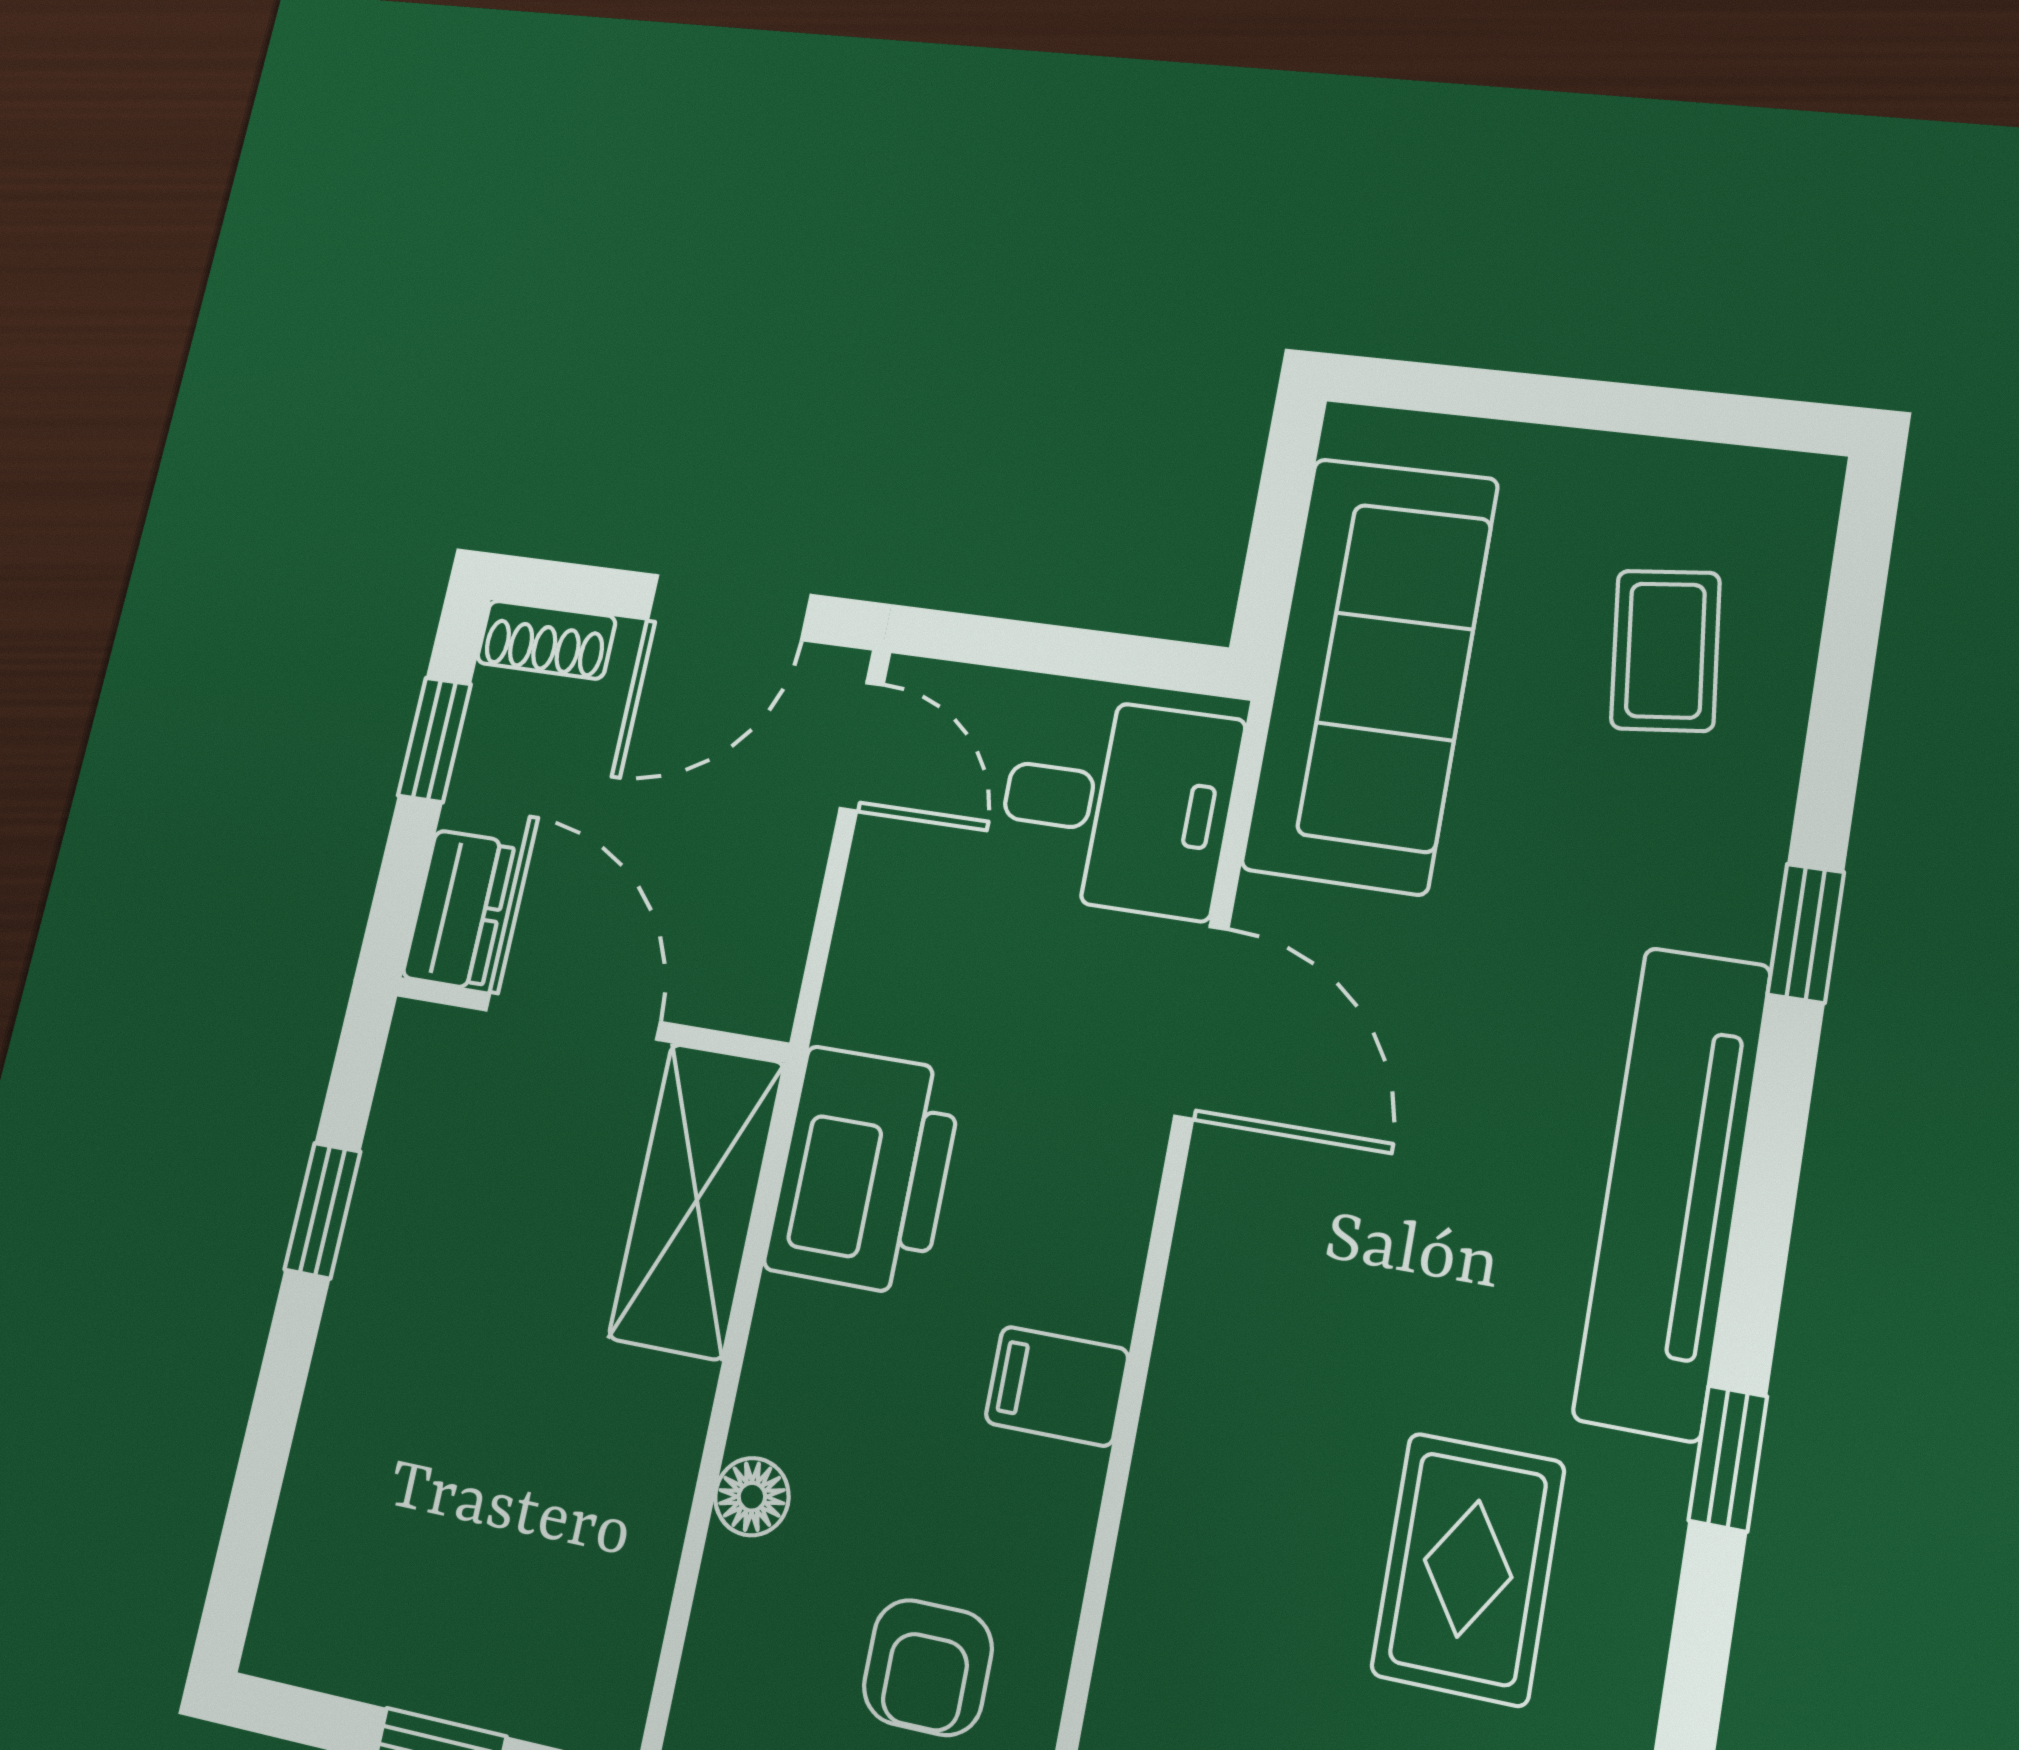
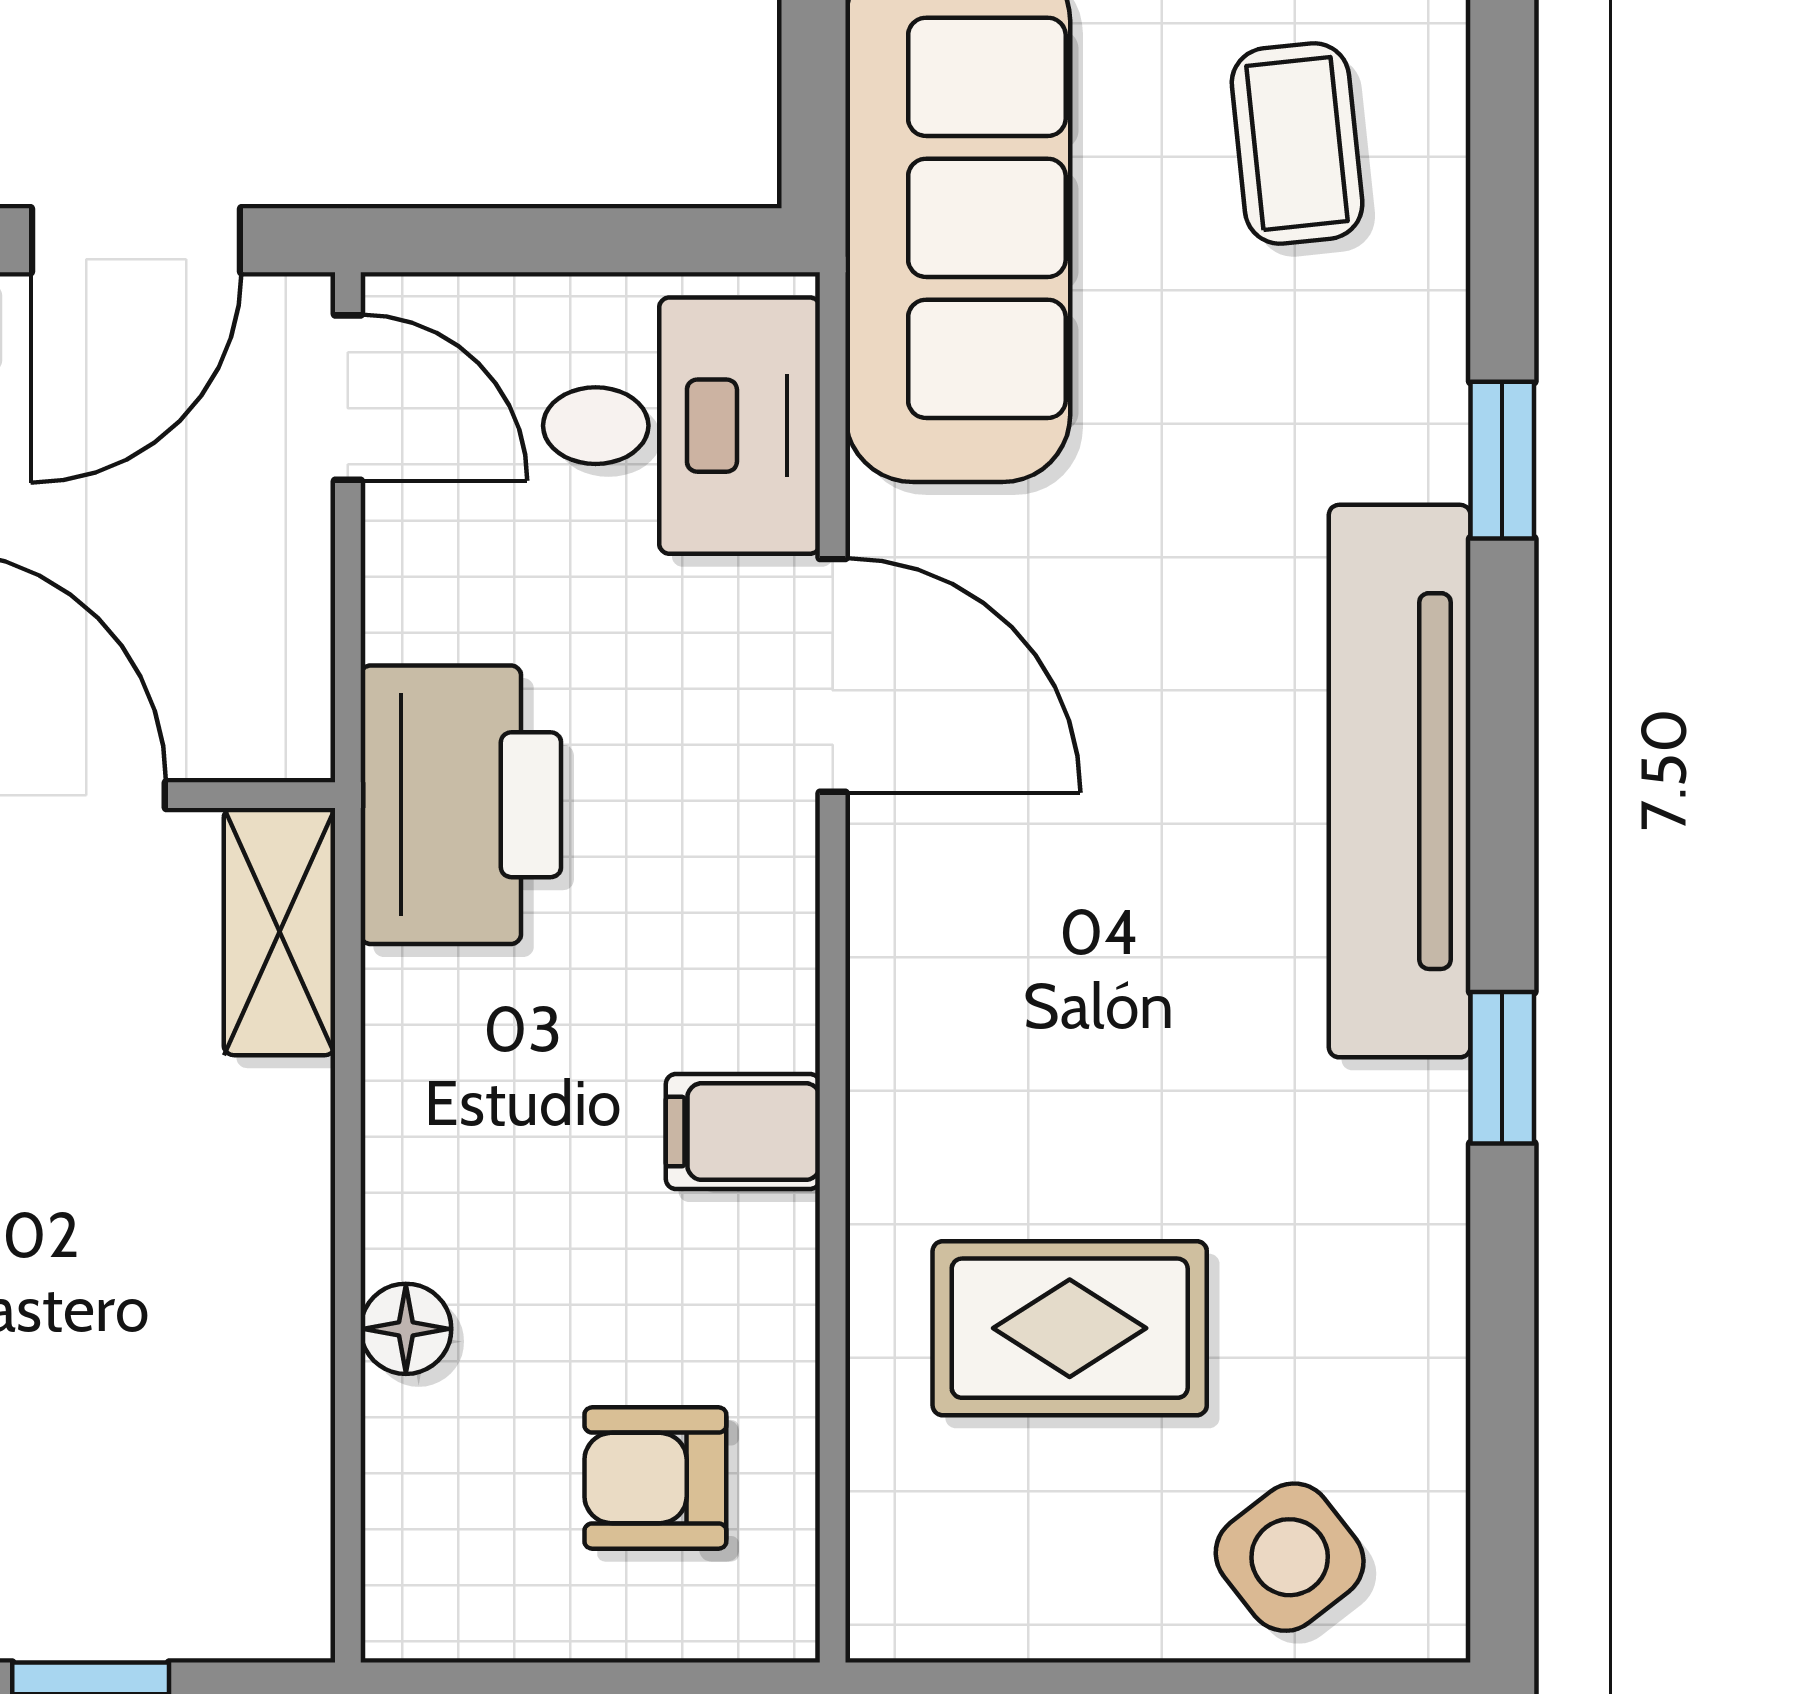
printer: (864, 1170) -> (461, 805), moved
shelving: (697, 1200) -> (279, 932), width x0.67, depth x0.75
rug: (1468, 1568) -> (1070, 1328), moved, turned 90
armchair: (928, 1667) -> (655, 1478), turned 90

